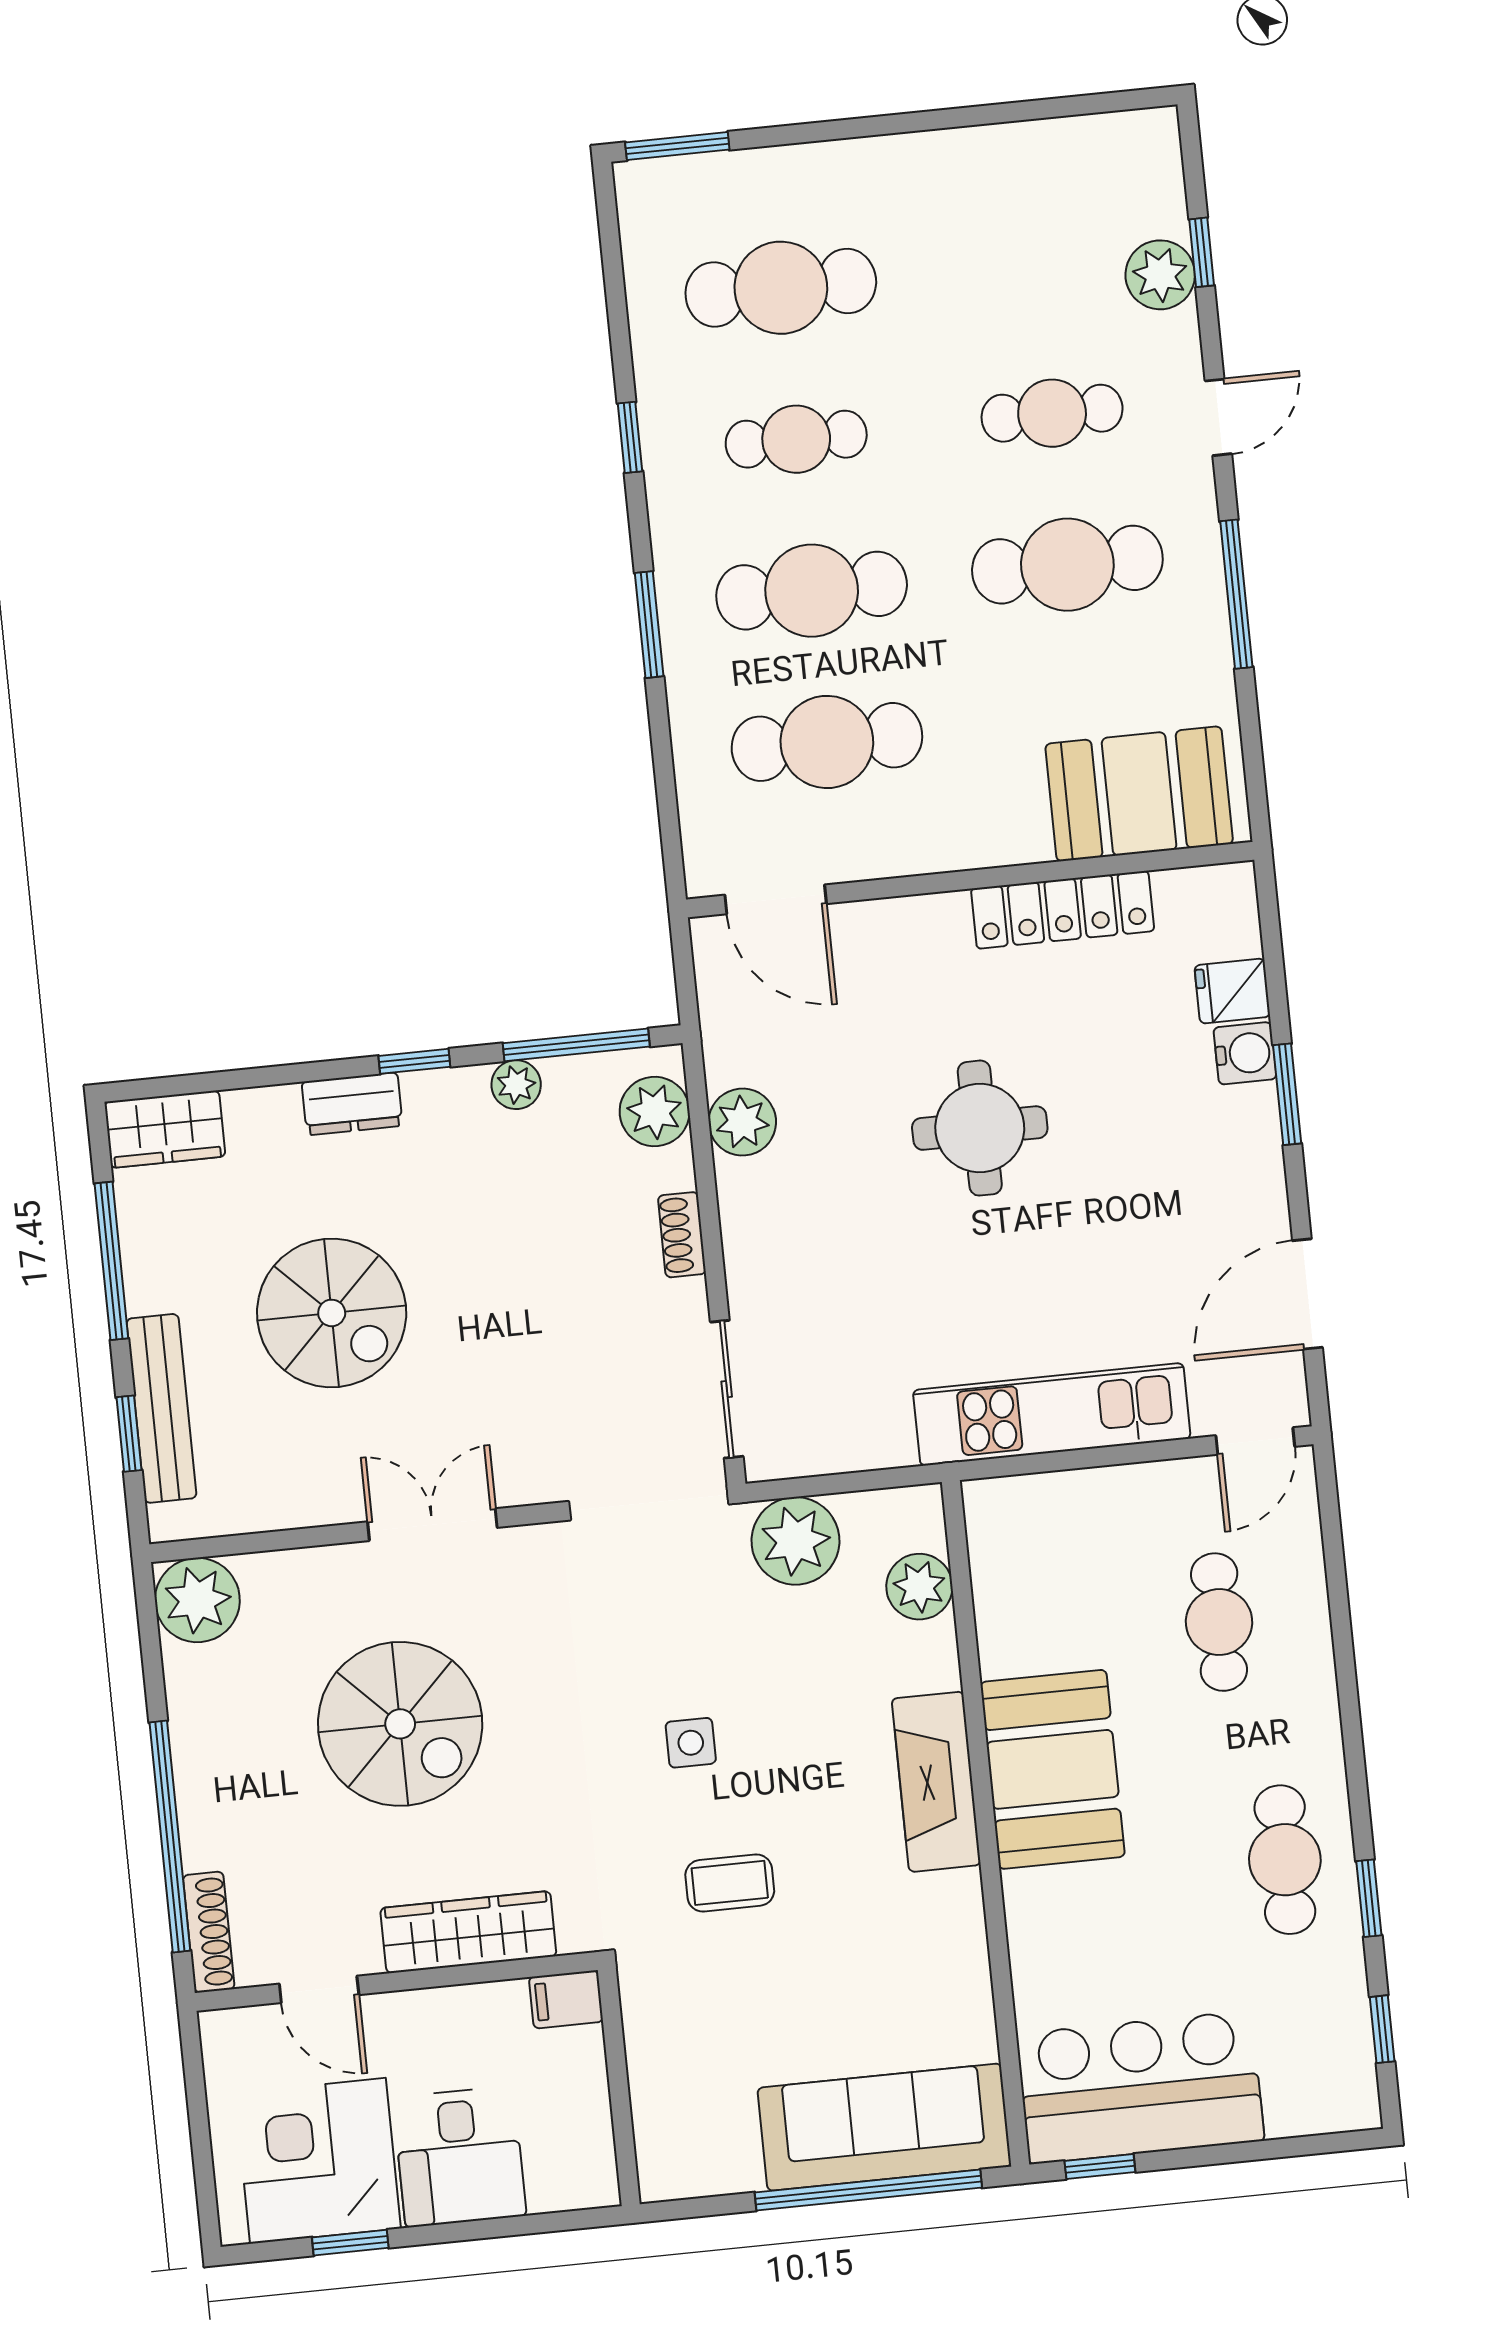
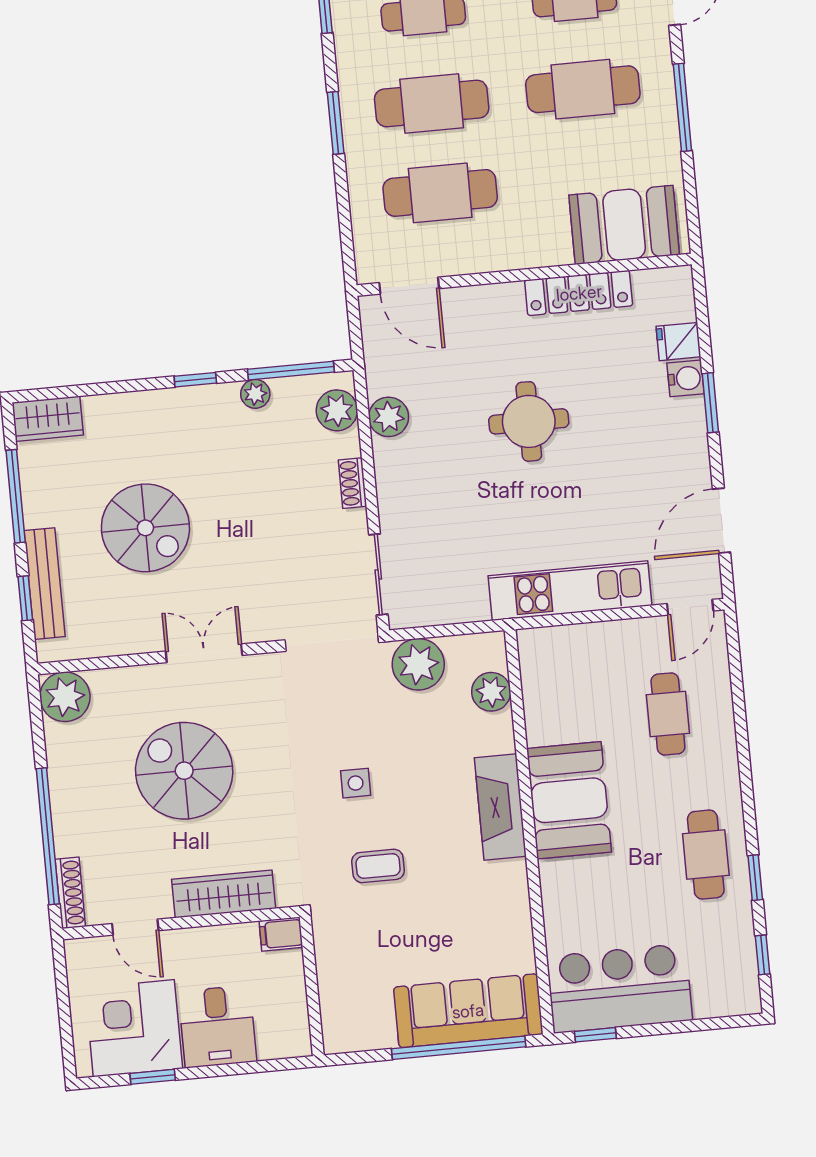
dresser: (352, 1104) -> (158, 405), removed
spiral stairs: (400, 1724) -> (184, 771), turned 180

